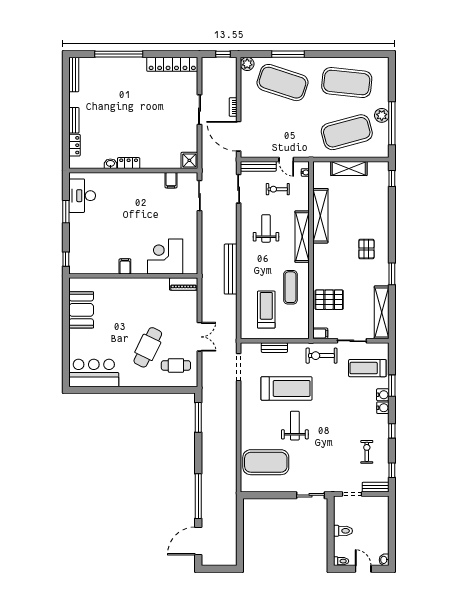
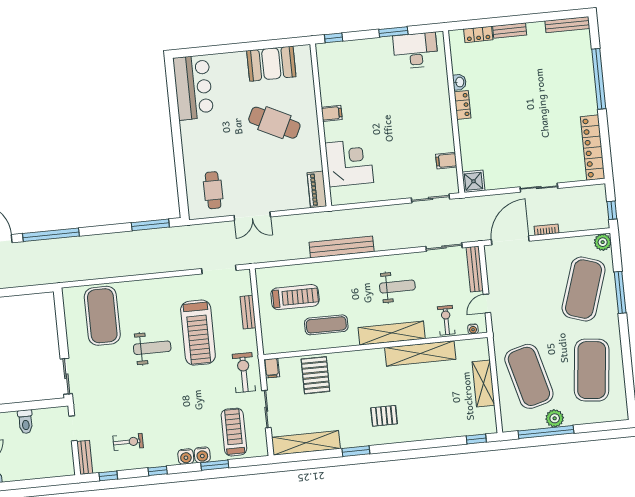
exercise bike: (278, 189) -> (446, 320), moved
cafe table: (148, 347) -> (274, 123), moved

